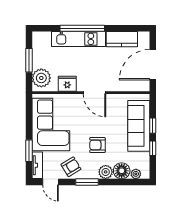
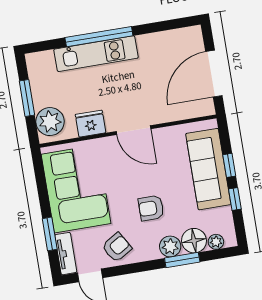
kitchen counter: (122, 39) -> (161, 43), removed
window: (87, 182) -> (182, 260), moved

